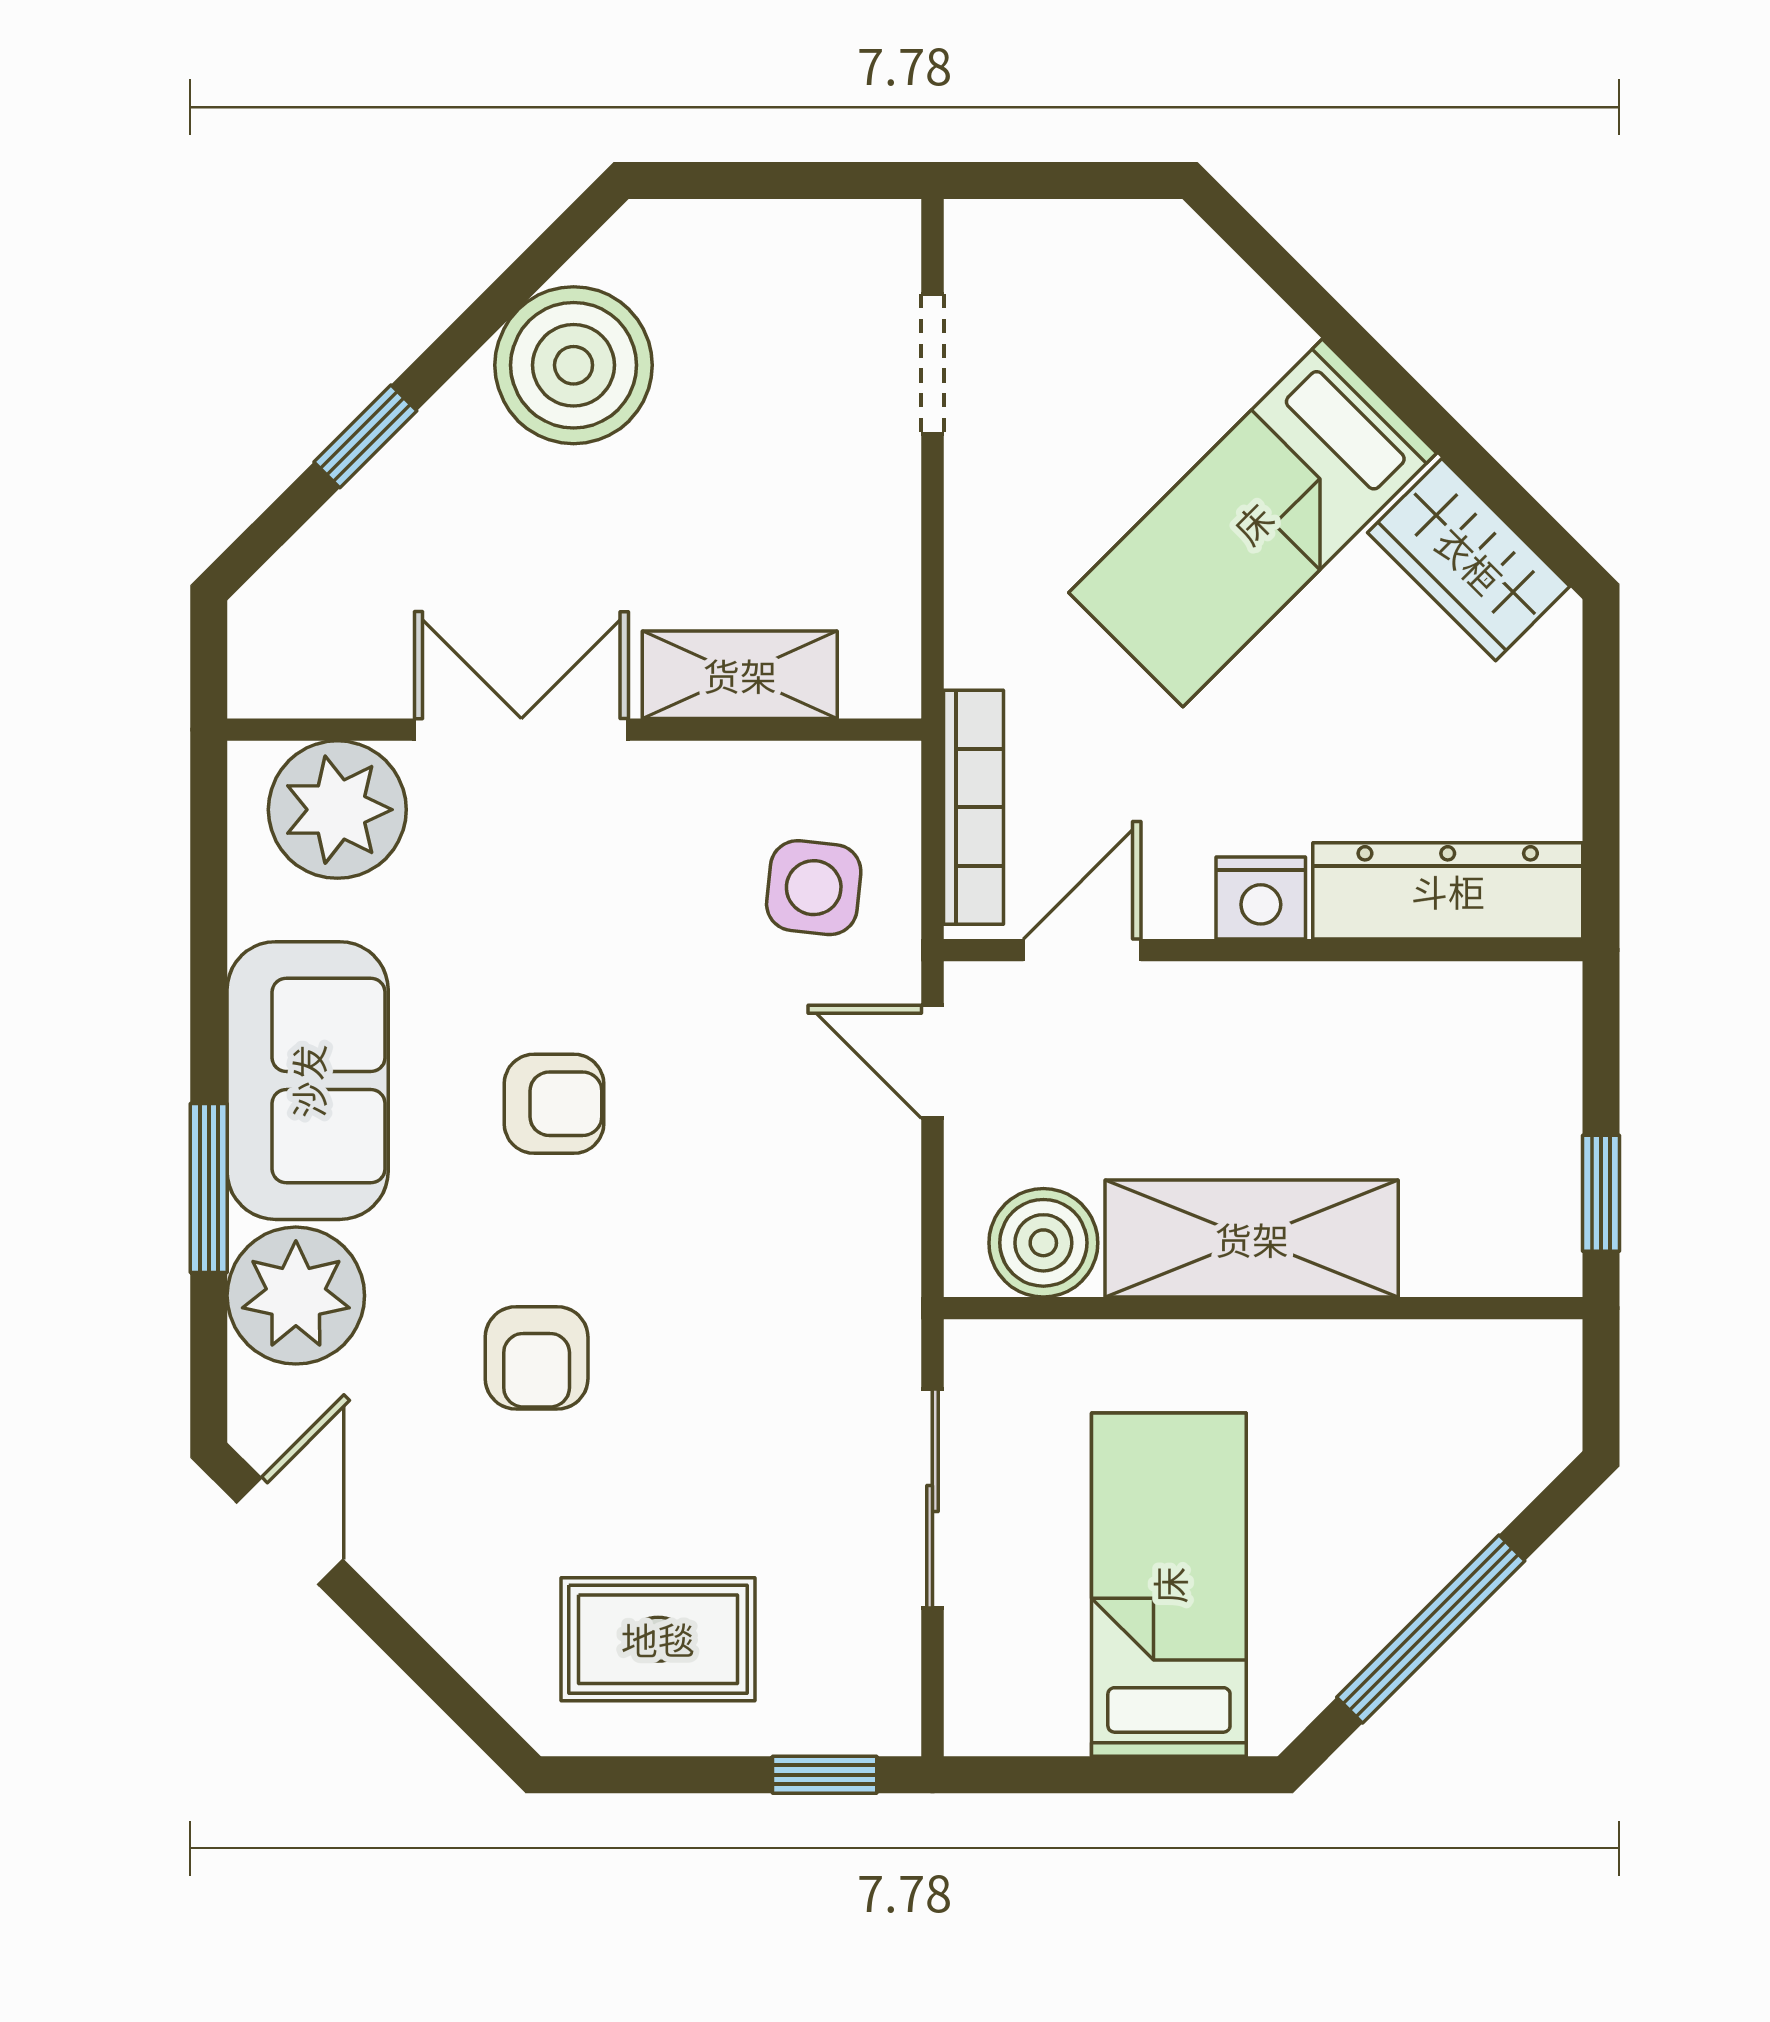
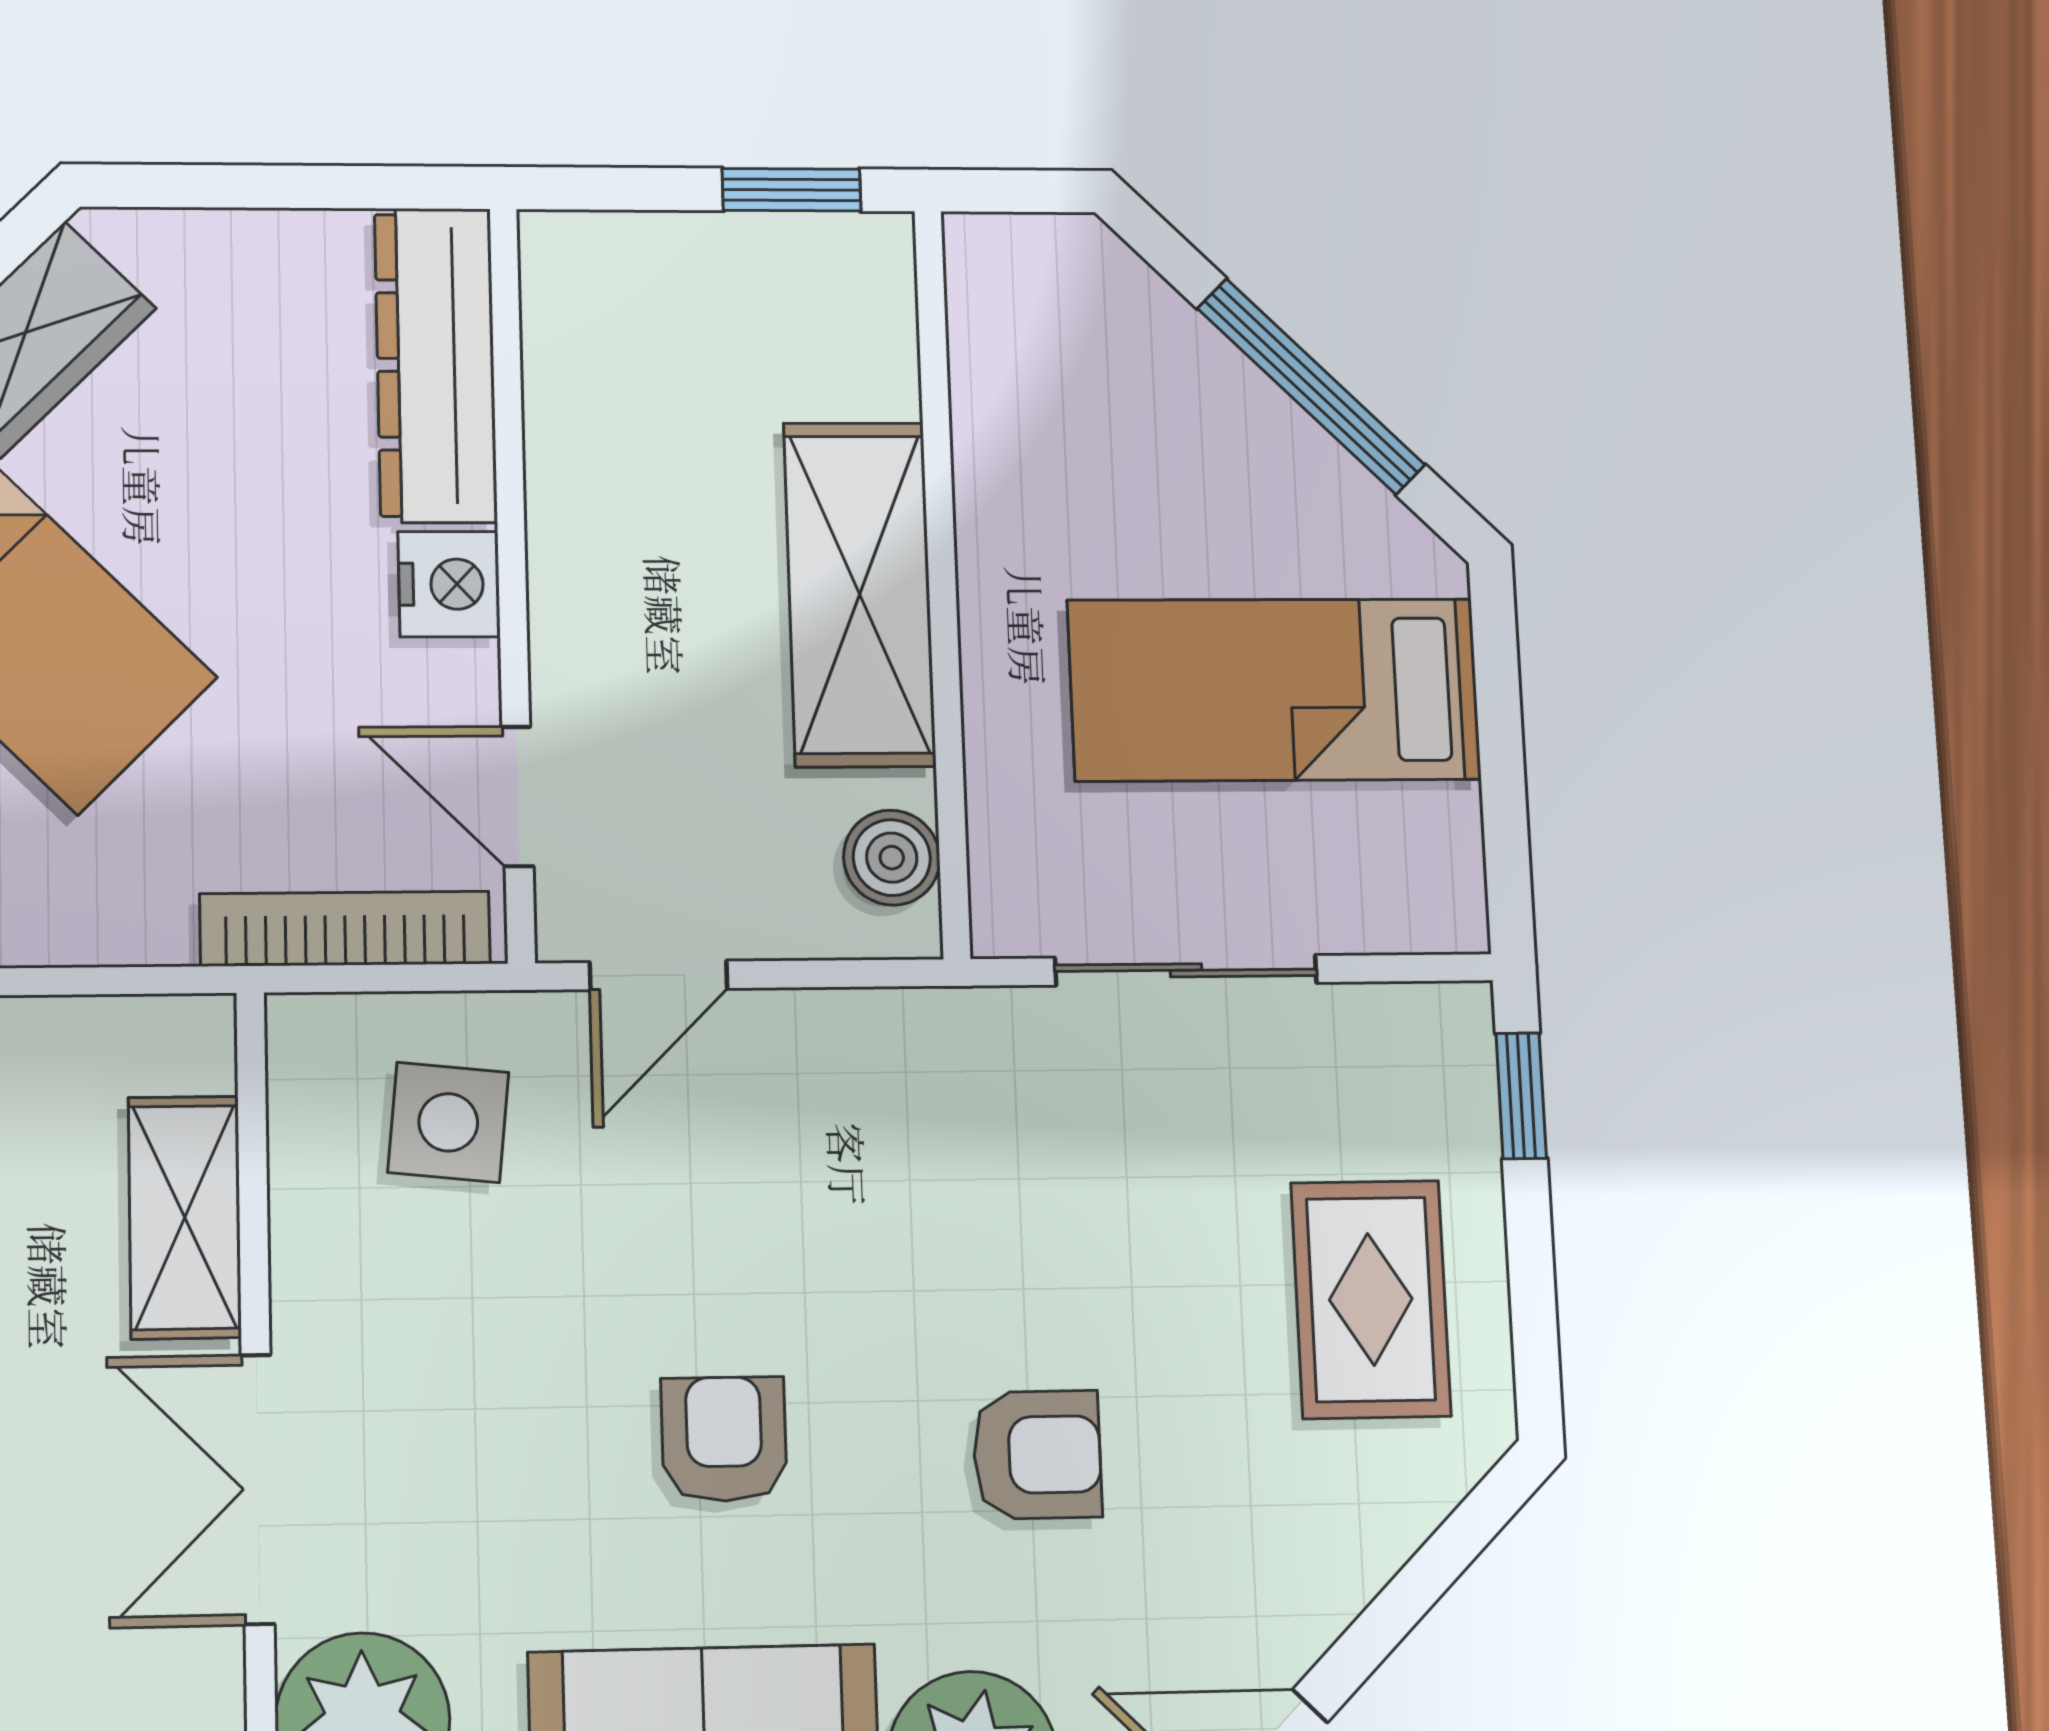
boiler: (1043, 1243) -> (892, 858), width x0.73, depth x0.73

